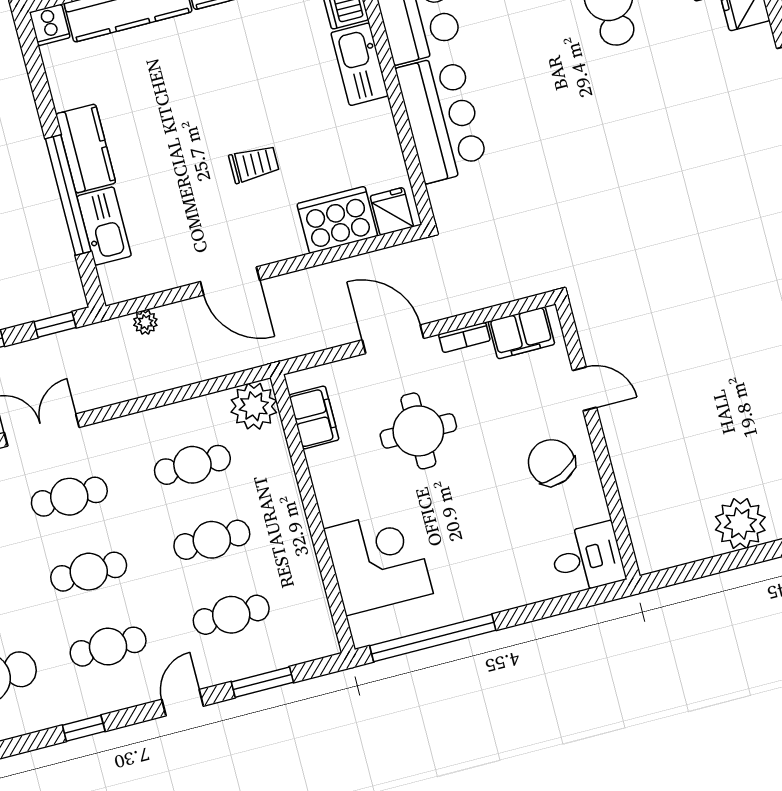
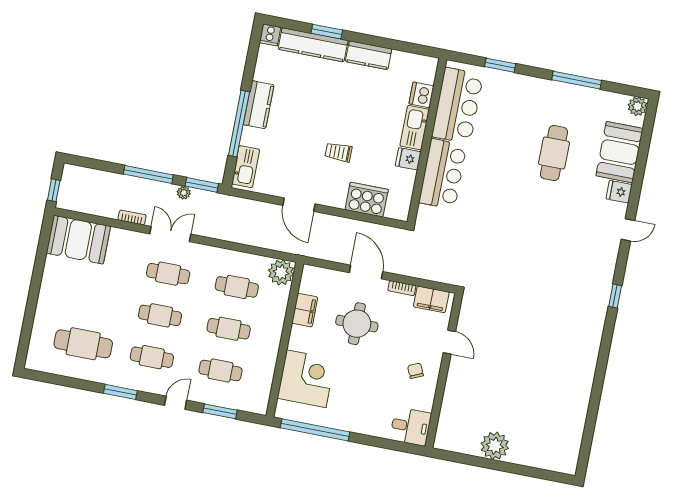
trolley: (254, 164) -> (338, 152), turned 180
fridge: (392, 211) -> (408, 159), moved, turned -90
kitchen sink: (104, 226) -> (246, 167), moved
plant: (145, 322) -> (184, 193), moved
window: (55, 325) -> (202, 185), width x1.50
filing cabinet: (314, 417) -> (305, 310), moved
chair: (551, 462) -> (415, 371), width x0.54, depth x0.54
window: (84, 728) -> (120, 392), width x1.50

